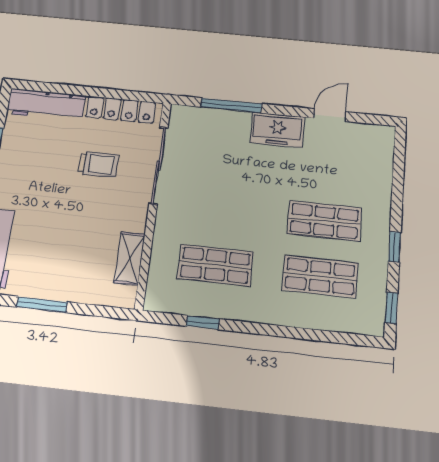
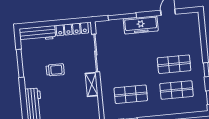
freezer: (277, 130) -> (141, 25), width x1.40
trolley: (98, 164) -> (55, 70), moved
shelving: (130, 258) -> (92, 85), moved

